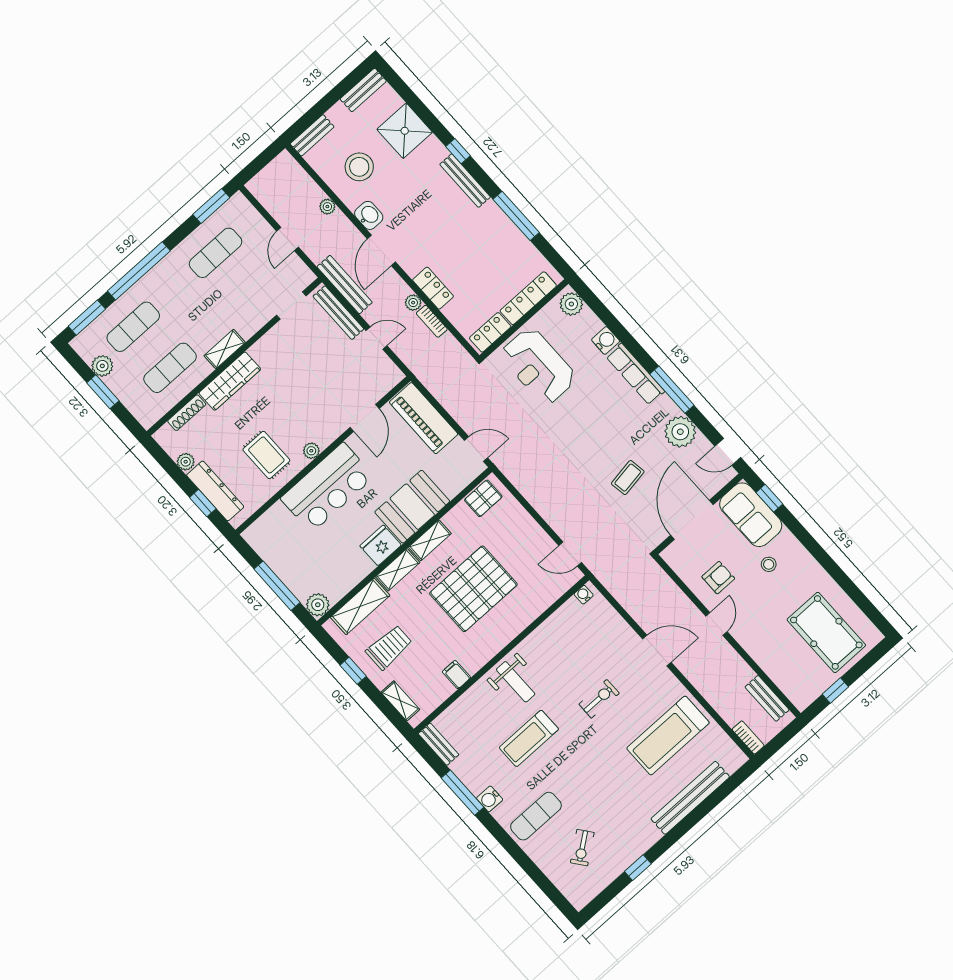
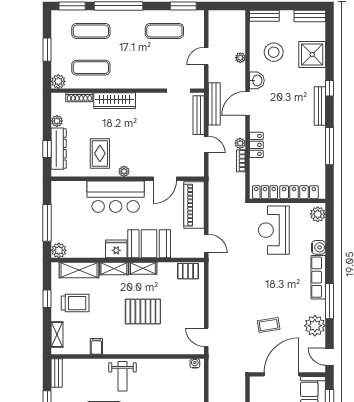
shelving: (225, 349) -> (126, 83), removed
plant: (102, 366) -> (58, 81), moved
pallet: (473, 589) -> (143, 312), width x0.73, depth x0.71

